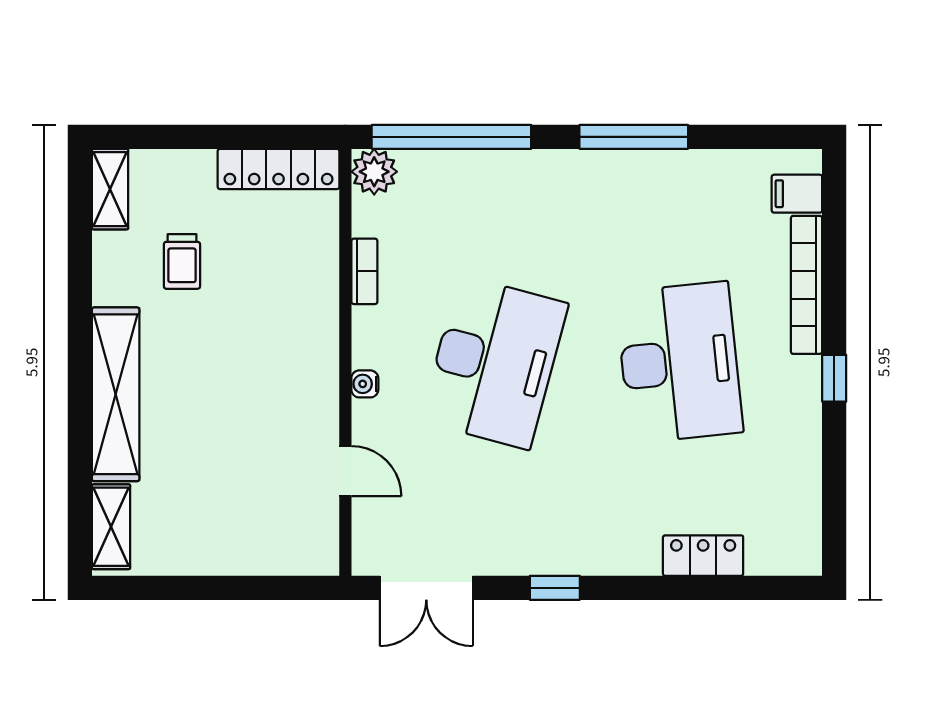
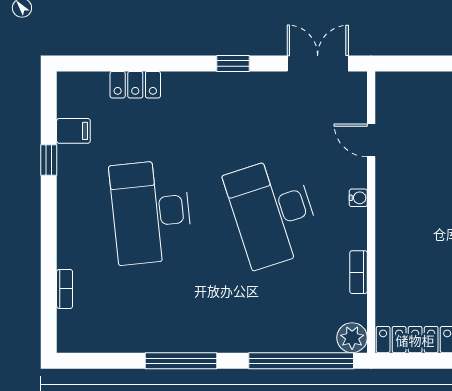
filing cabinet: (797, 194) -> (73, 131), moved
bookcase: (807, 285) -> (65, 289), width x0.43, depth x0.76
desk: (494, 362) -> (273, 212), turned -33
window: (834, 378) -> (49, 160), moved

